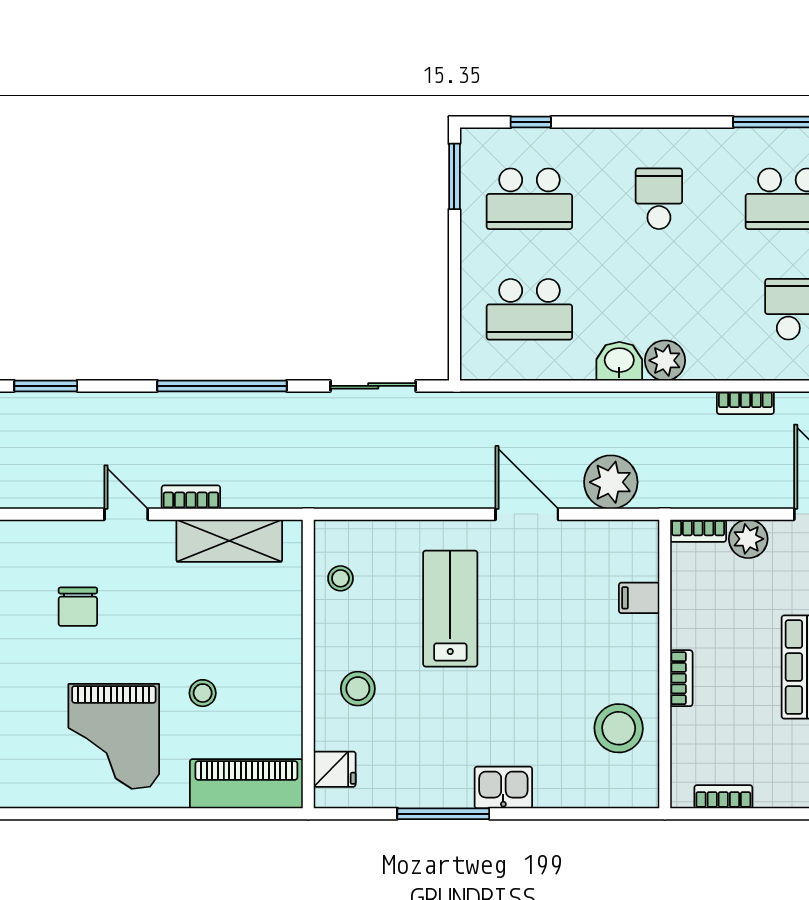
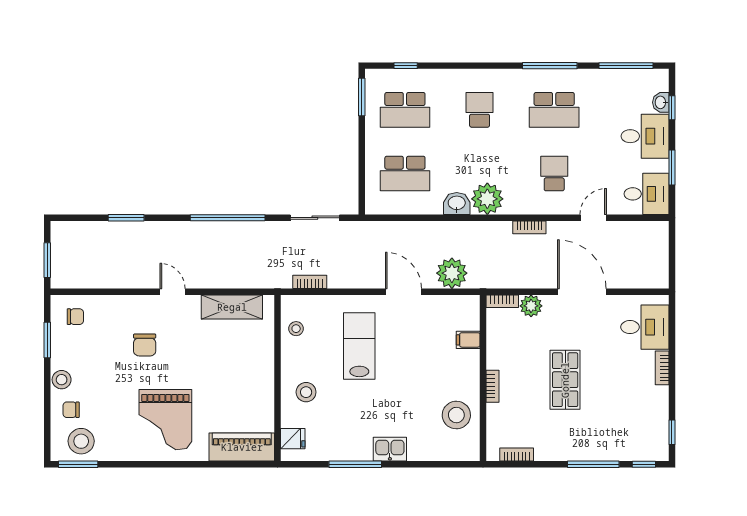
plant: (665, 360) -> (487, 199), width x1.36, depth x1.36
bookcase: (191, 497) -> (310, 282), moved
stool: (203, 693) -> (217, 395), removed

